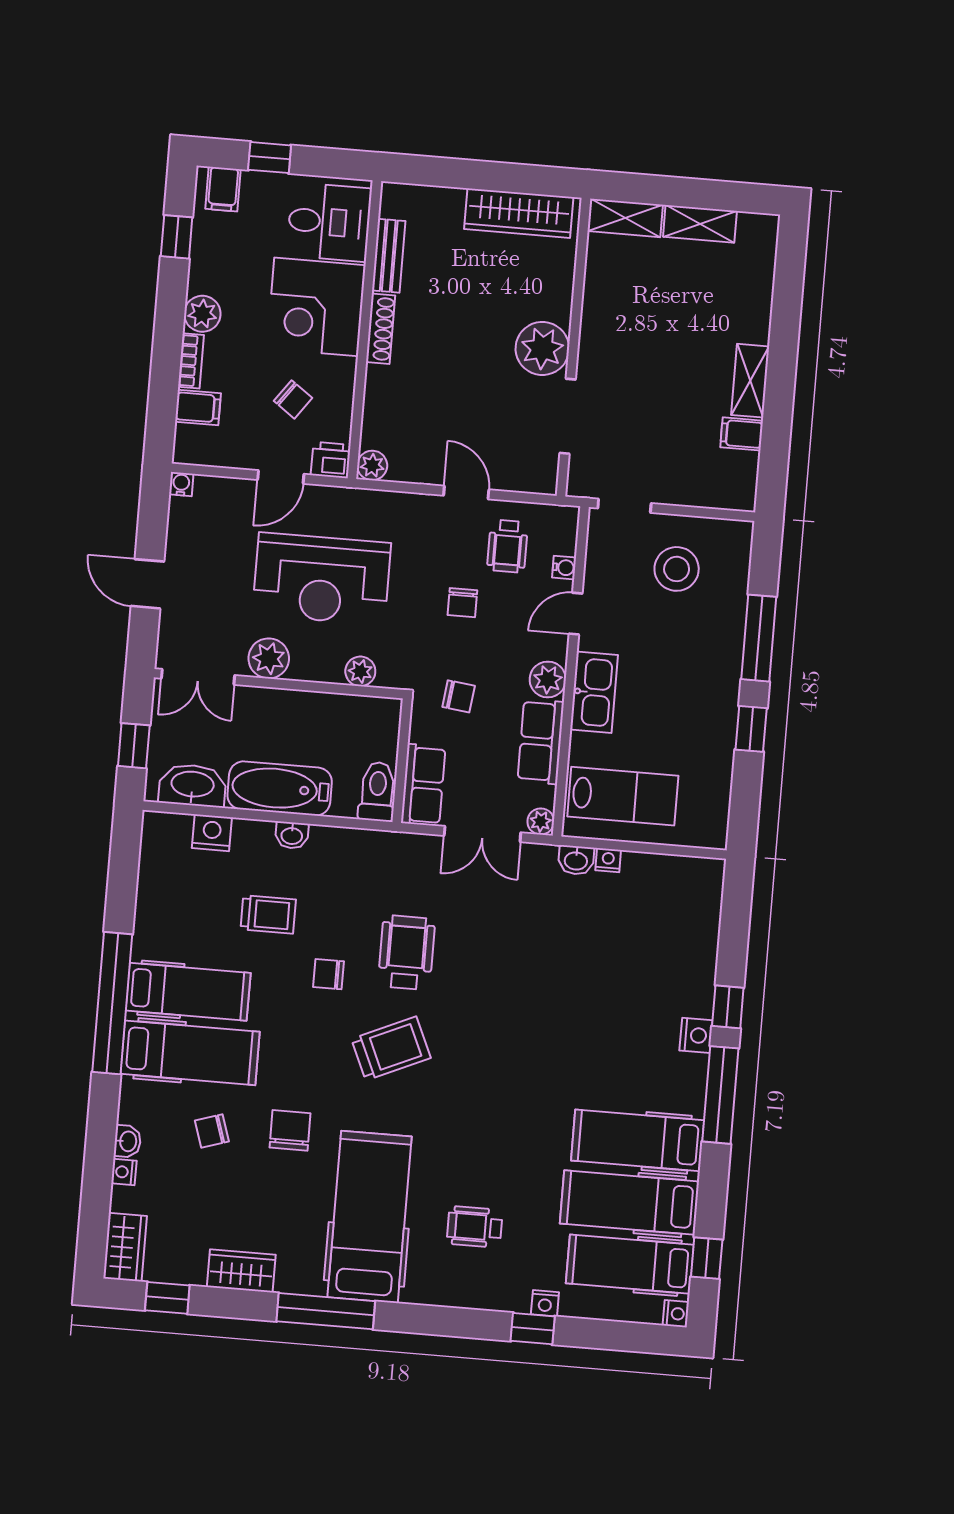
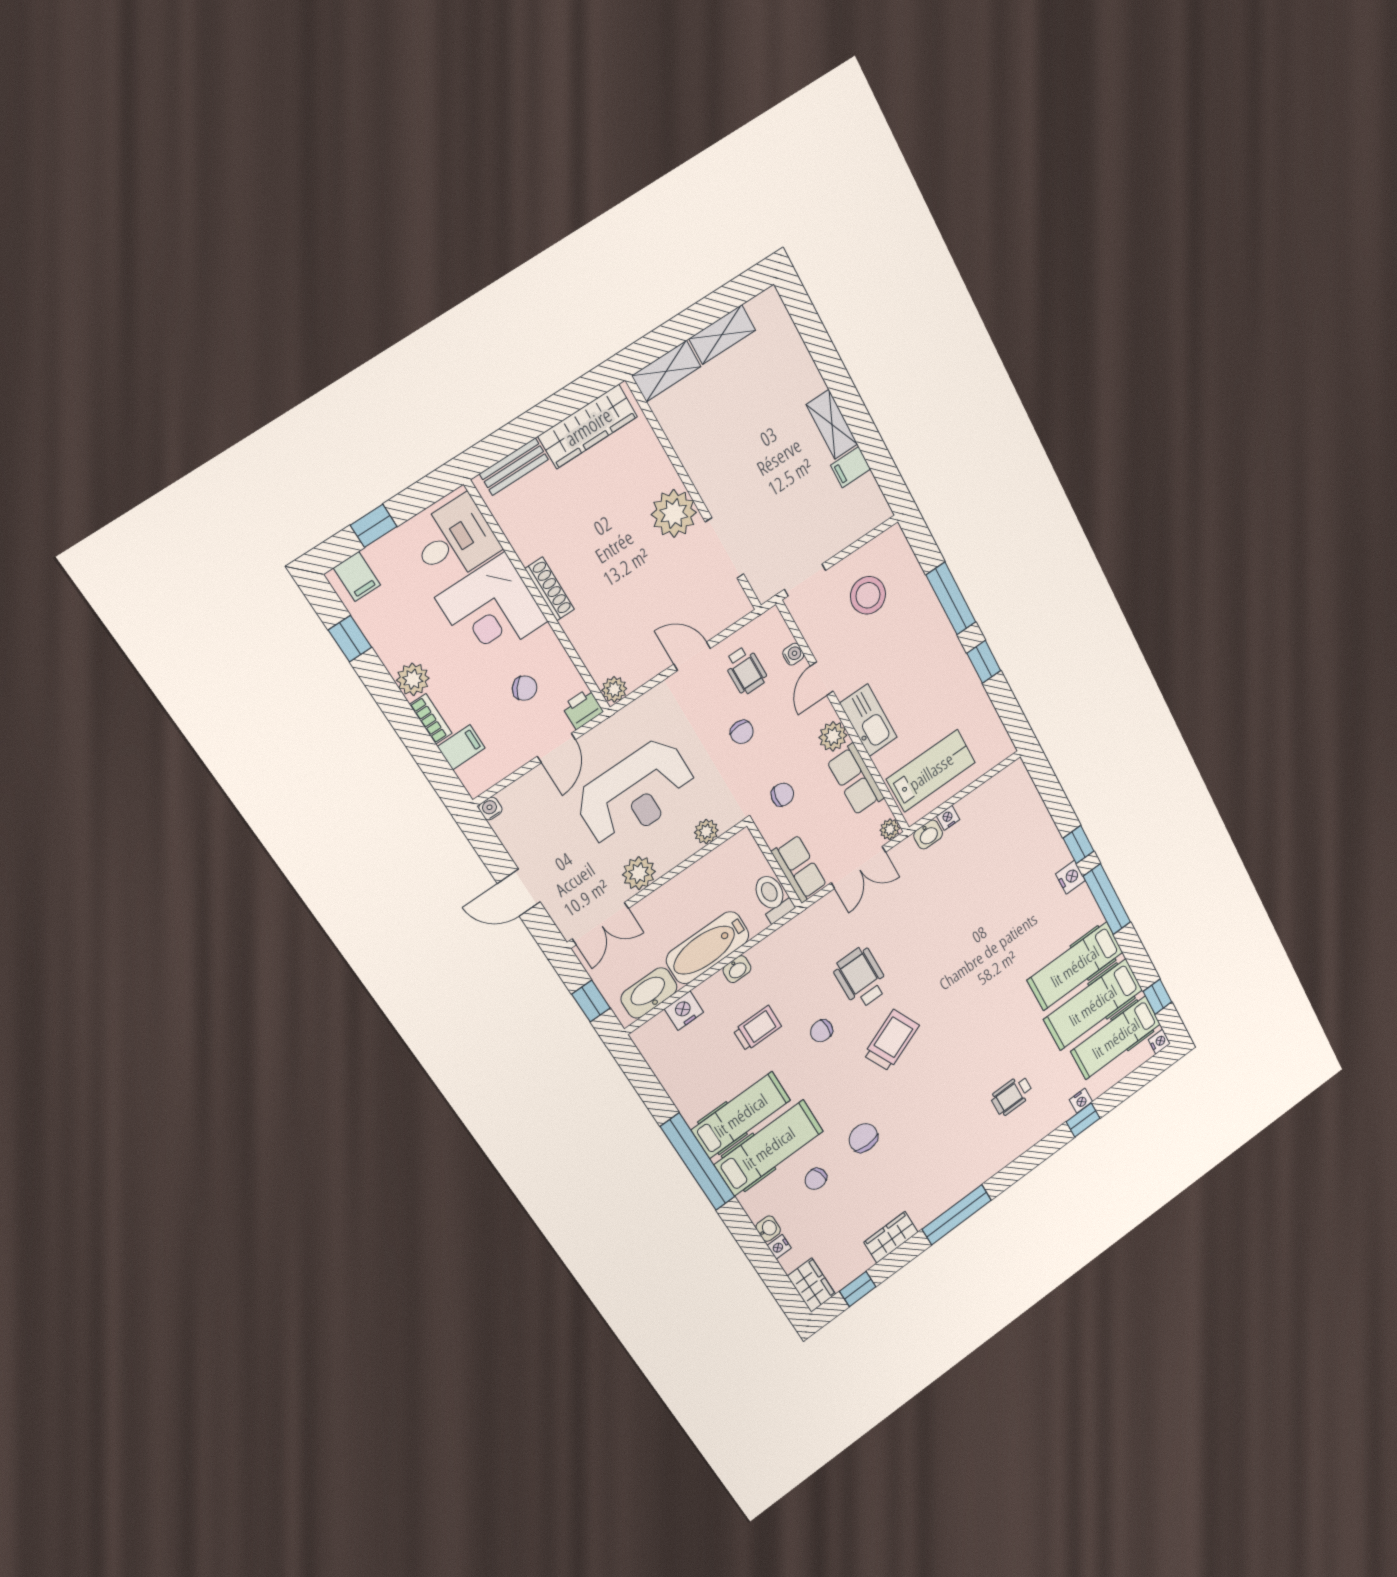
bench: (389, 256) -> (514, 467), moved, turned 90
hospital bed: (369, 1217) -> (946, 1143), removed

